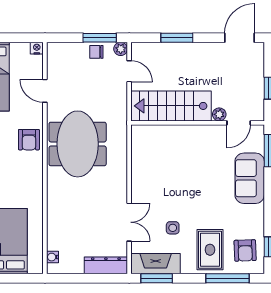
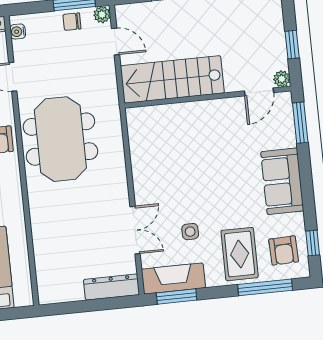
plant: (219, 114) -> (282, 79), moved
sofa: (250, 178) -> (282, 181), moved
water cooler: (53, 257) -> (18, 32), moved

